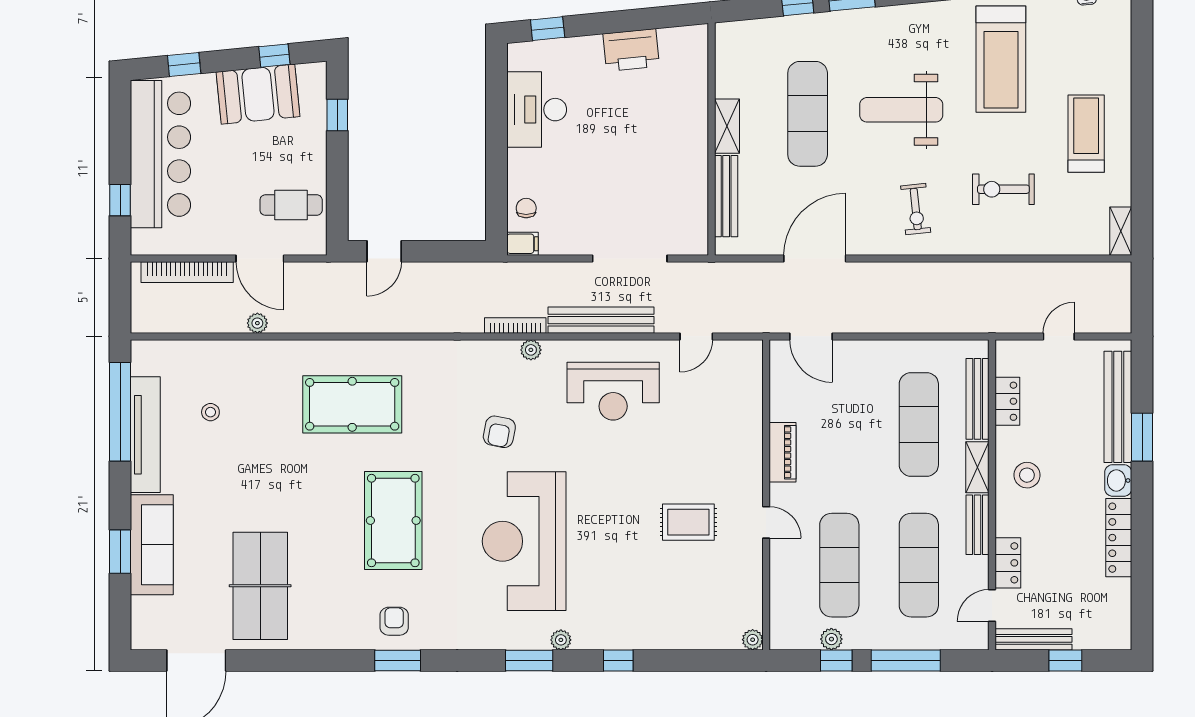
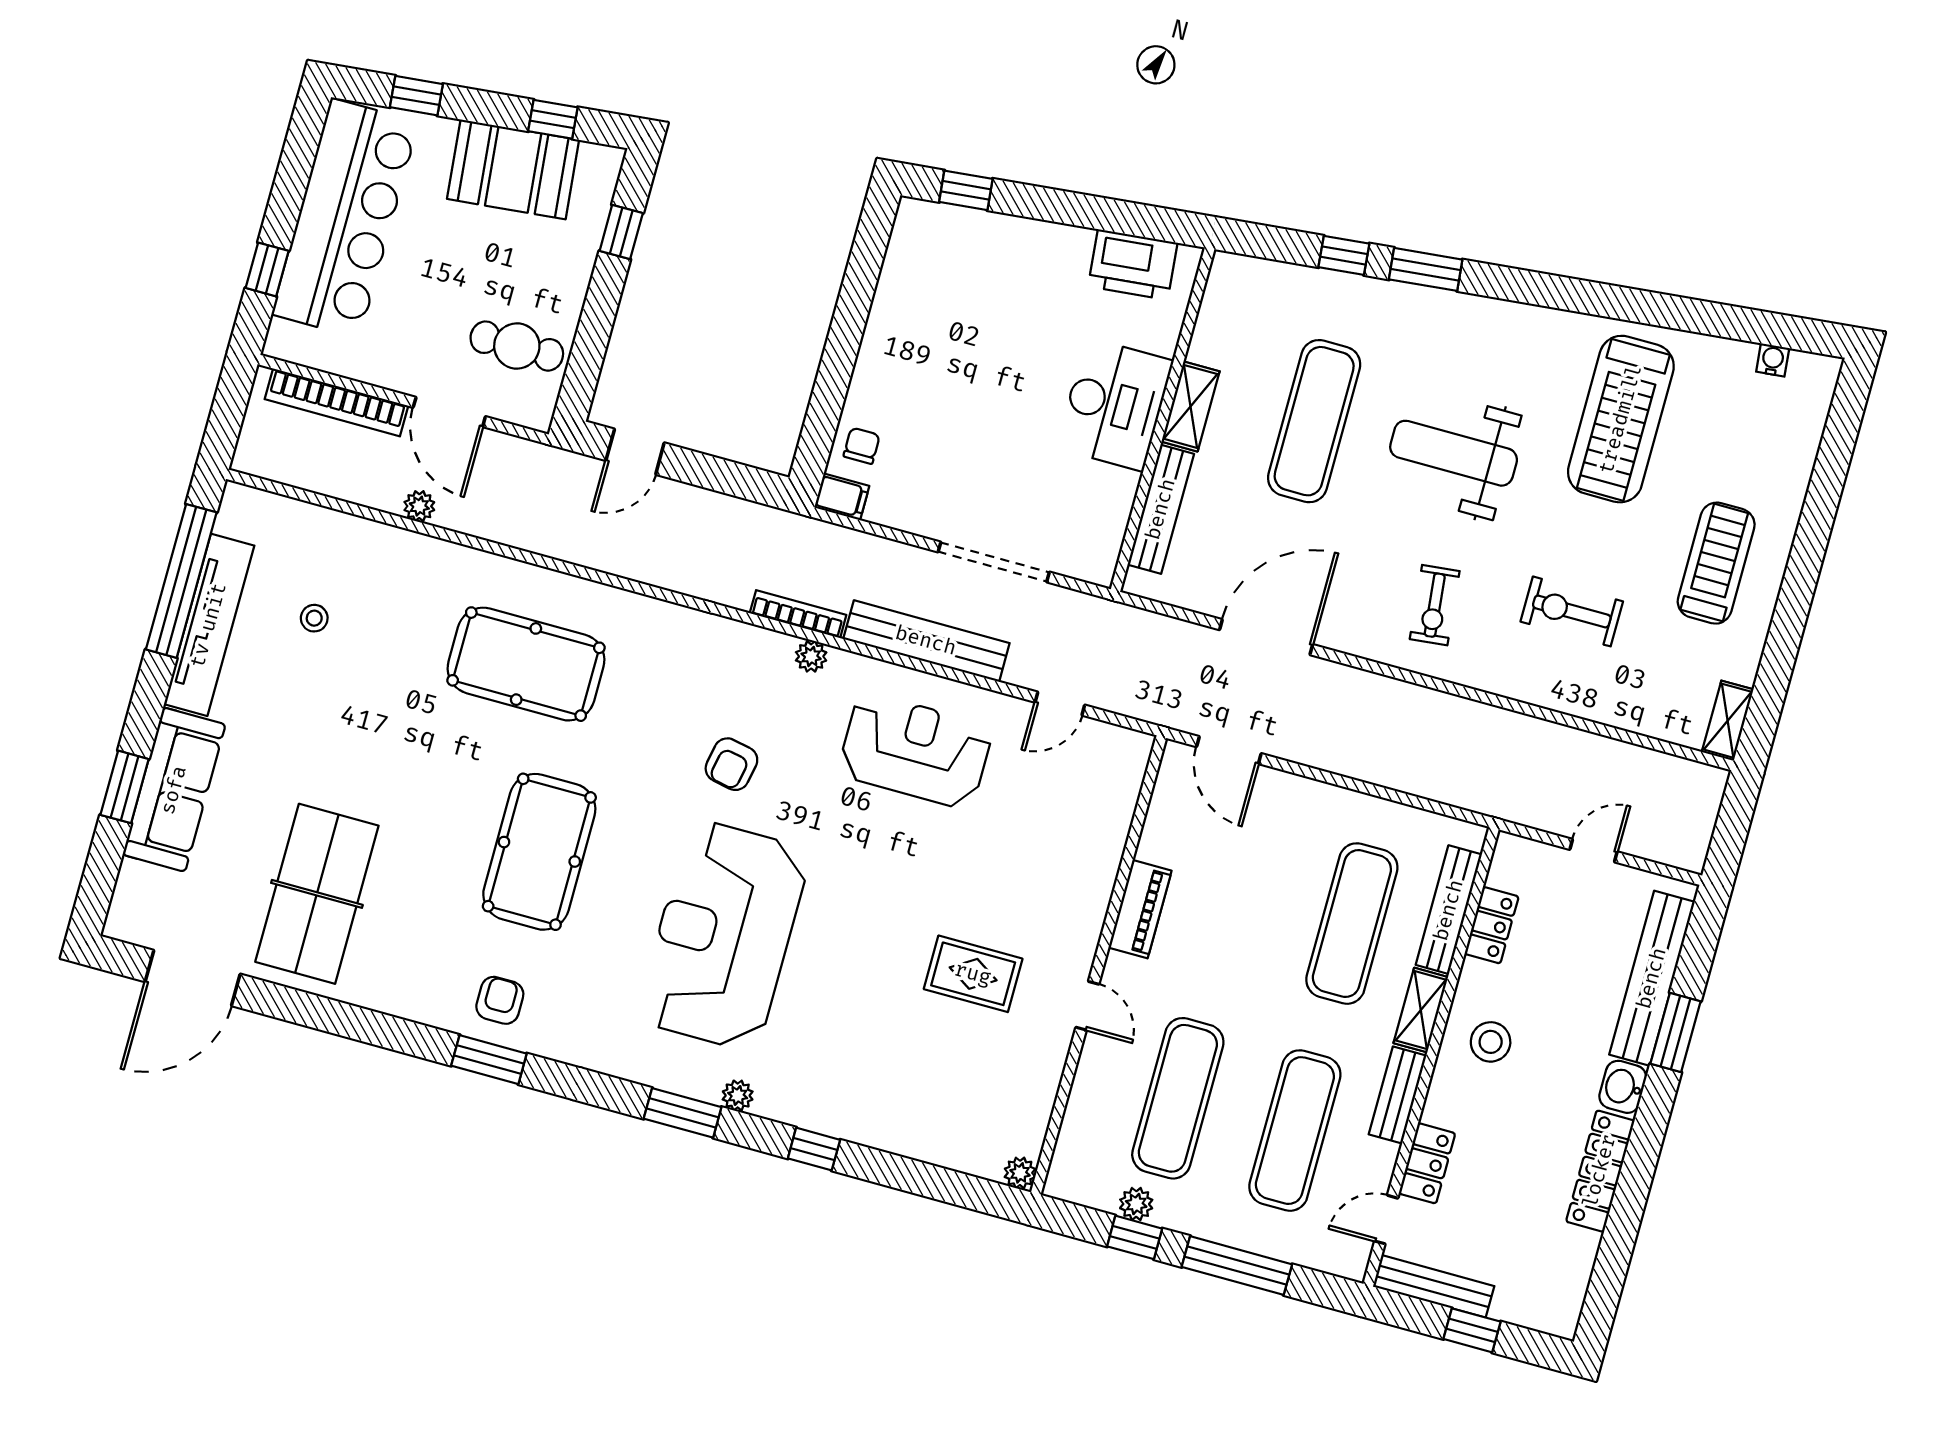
printer: (631, 50) -> (1133, 265), moved
desk: (537, 110) -> (1115, 404), moved, turned 180
reception desk: (613, 391) -> (915, 751), turned 180

